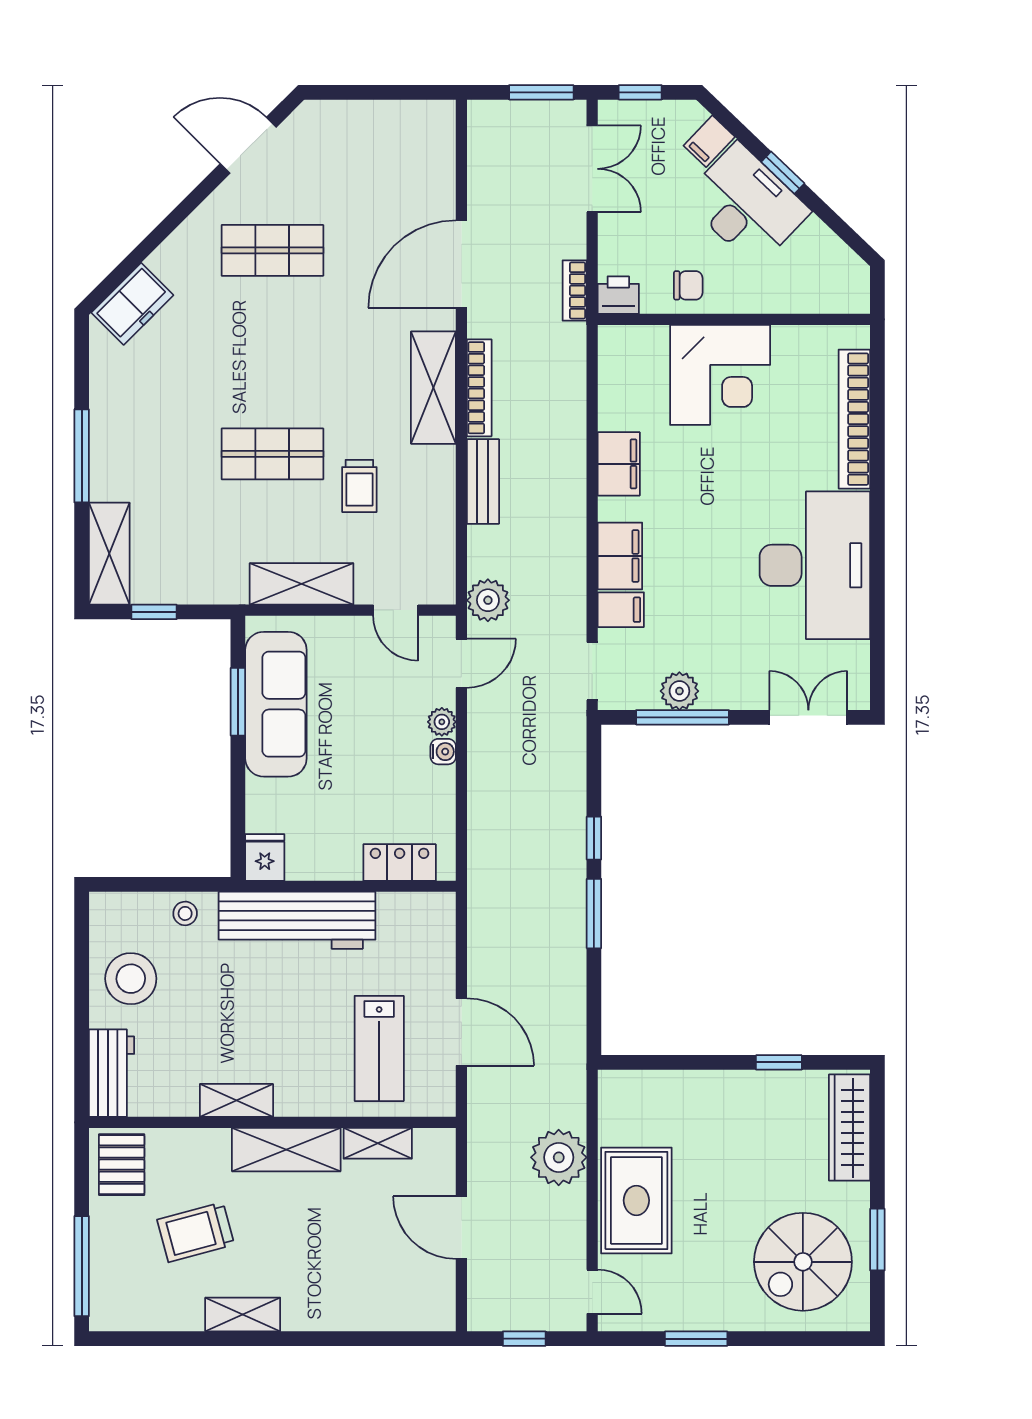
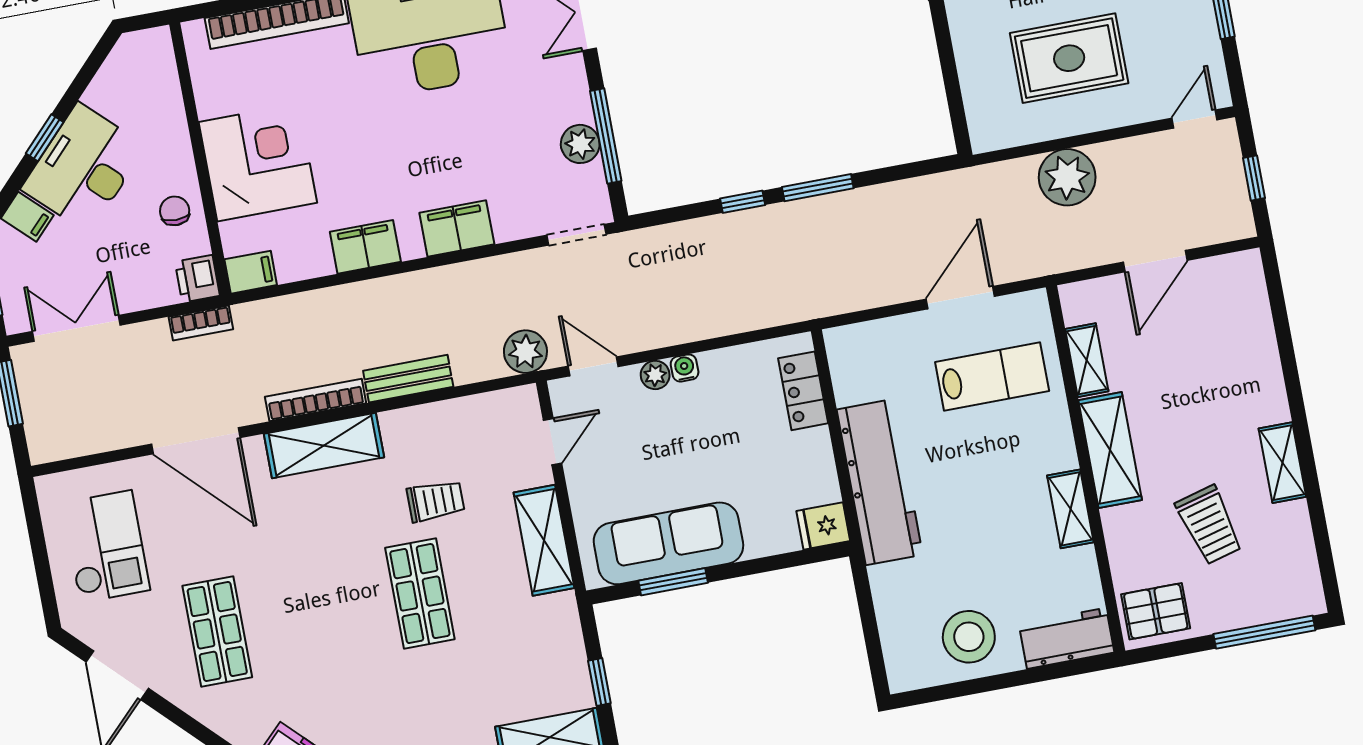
checkout: (375, 157) -> (106, 547), added
filing cabinet: (621, 610) -> (251, 272), moved, turned 90
stool: (185, 913) -> (894, 595), removed
rug: (636, 1200) -> (1069, 58), moved

